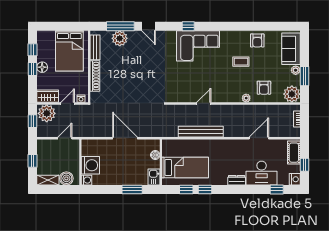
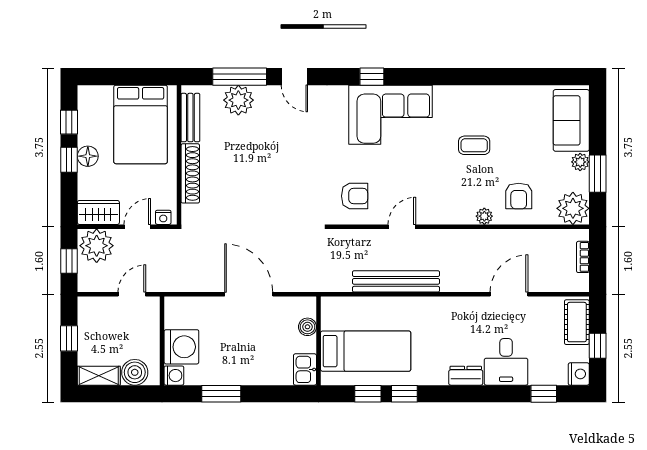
armchair: (257, 40) -> (355, 196), moved, turned -90
desk: (262, 173) -> (506, 362), width x0.73
window: (132, 189) -> (221, 394), moved

